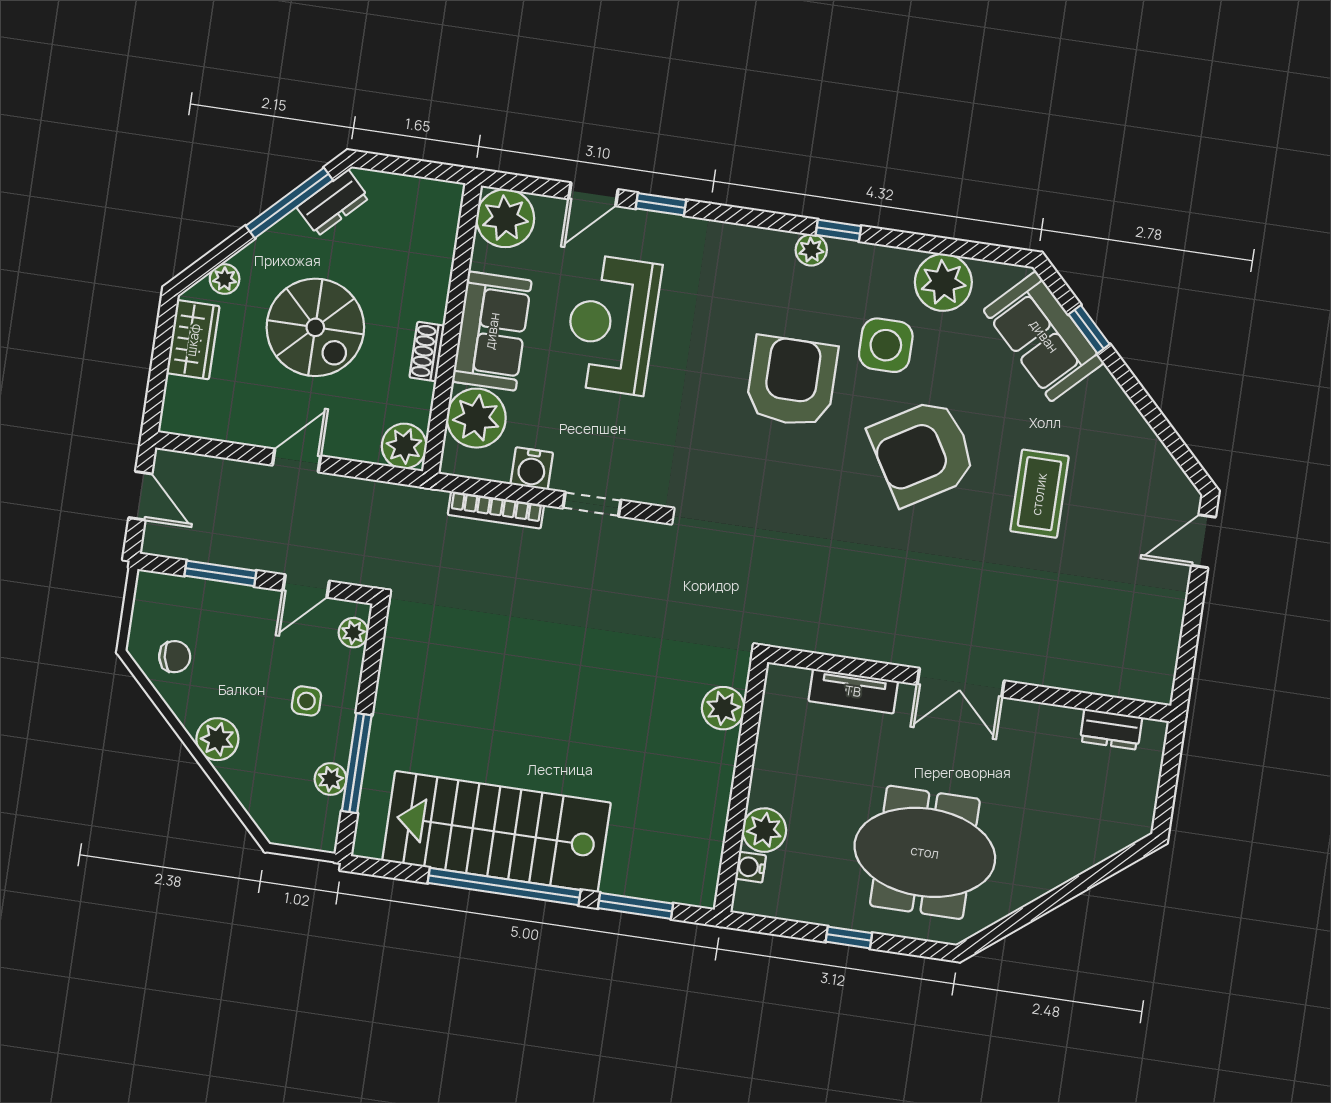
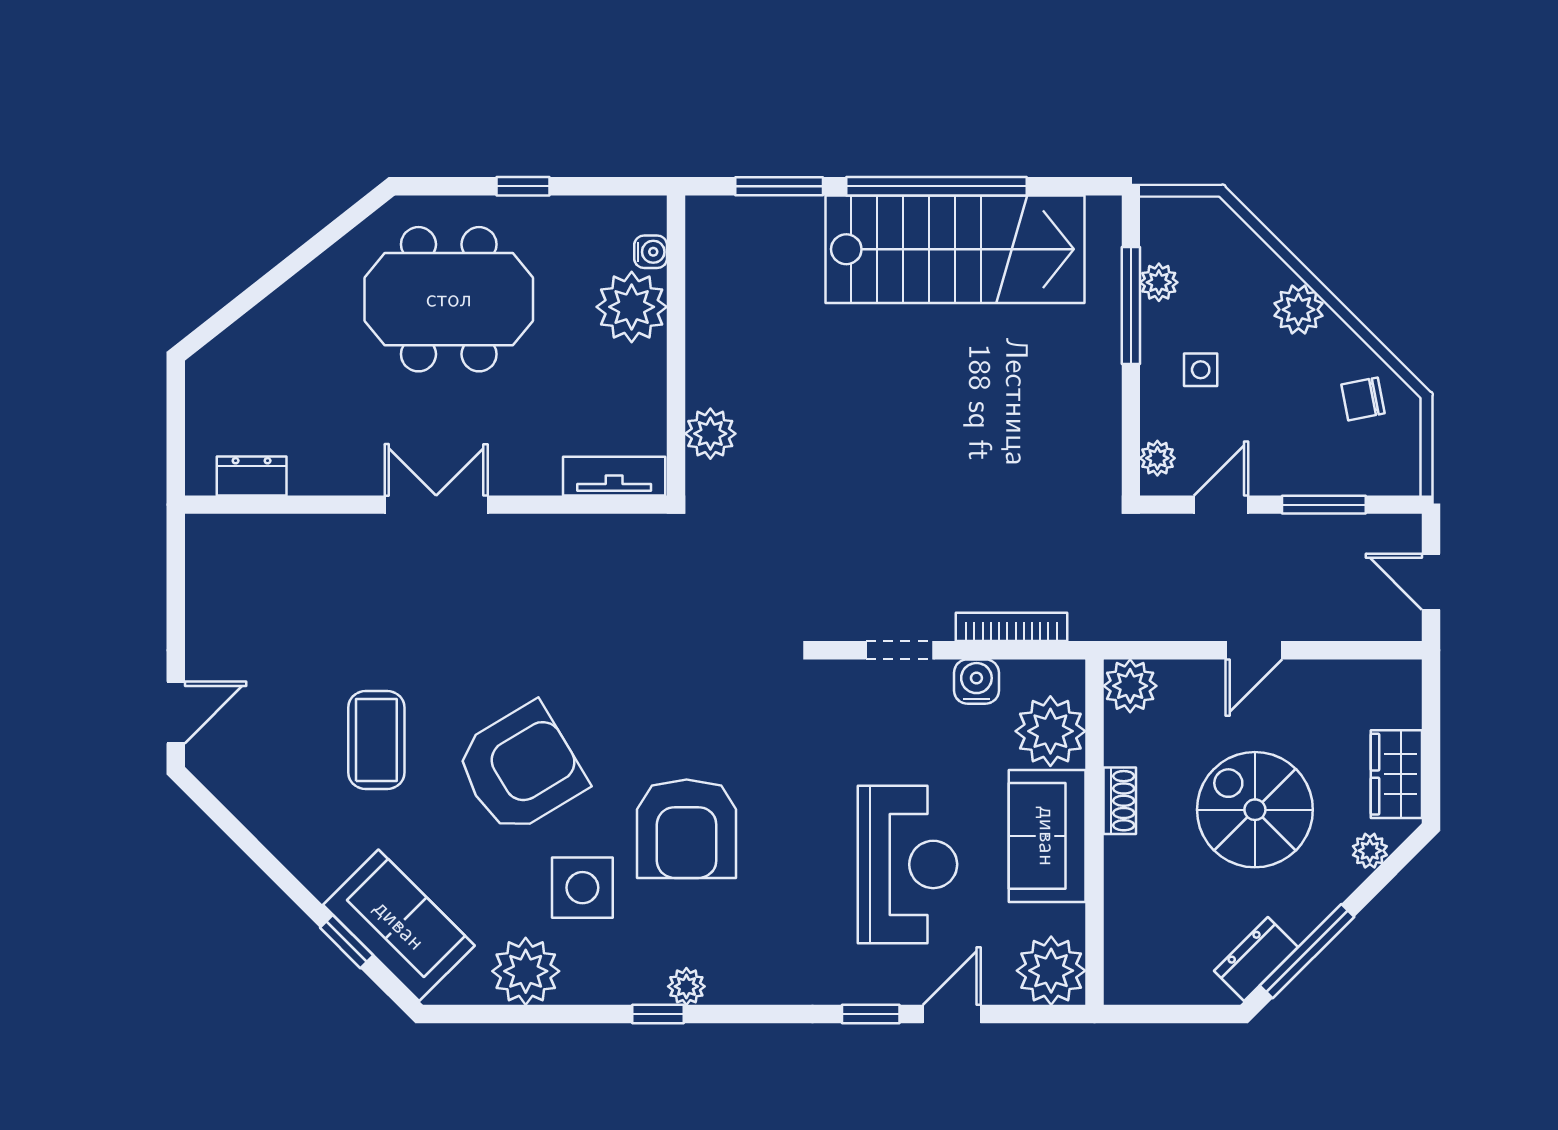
tv unit: (853, 691) -> (614, 476), moved
plant: (764, 830) -> (632, 307), width x1.36, depth x1.36

